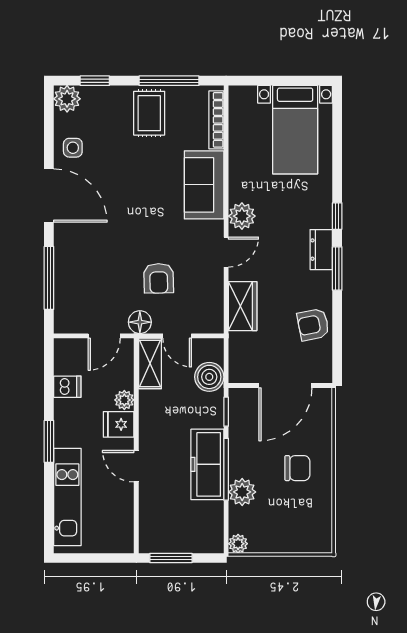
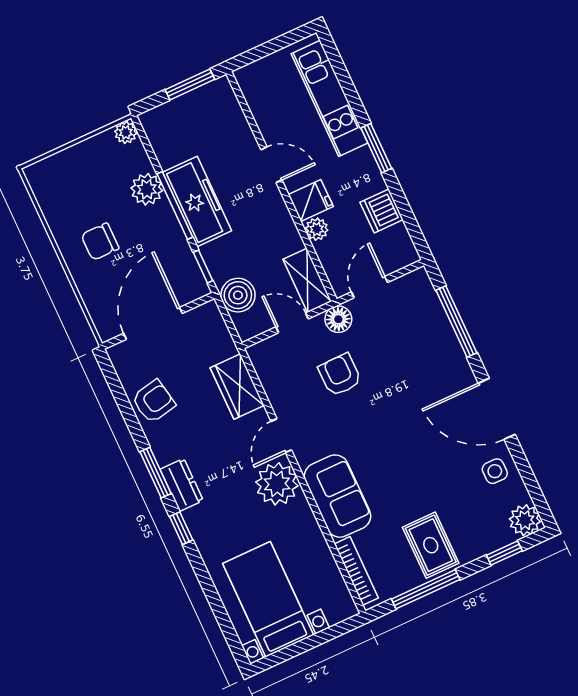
plant: (242, 216) -> (277, 484), width x1.36, depth x1.36
dishwasher: (67, 387) -> (382, 211), width x1.38

